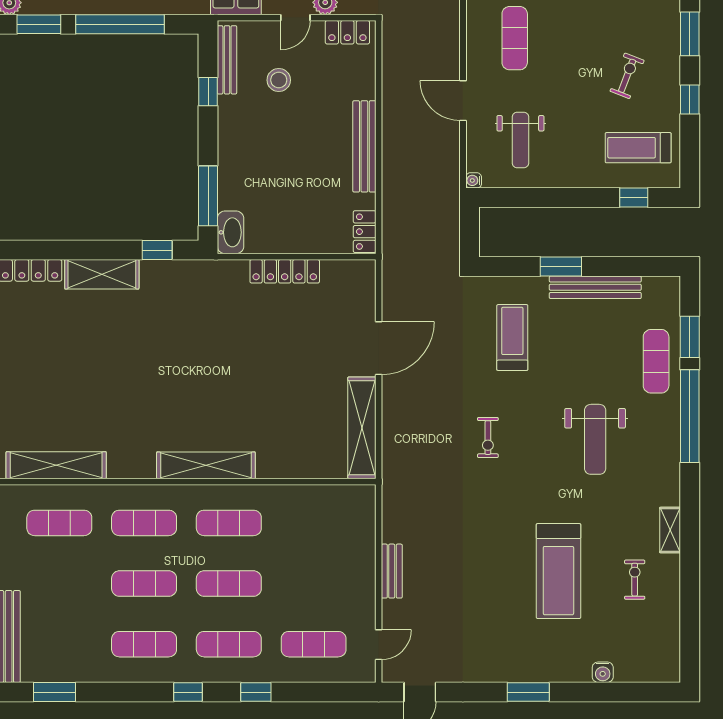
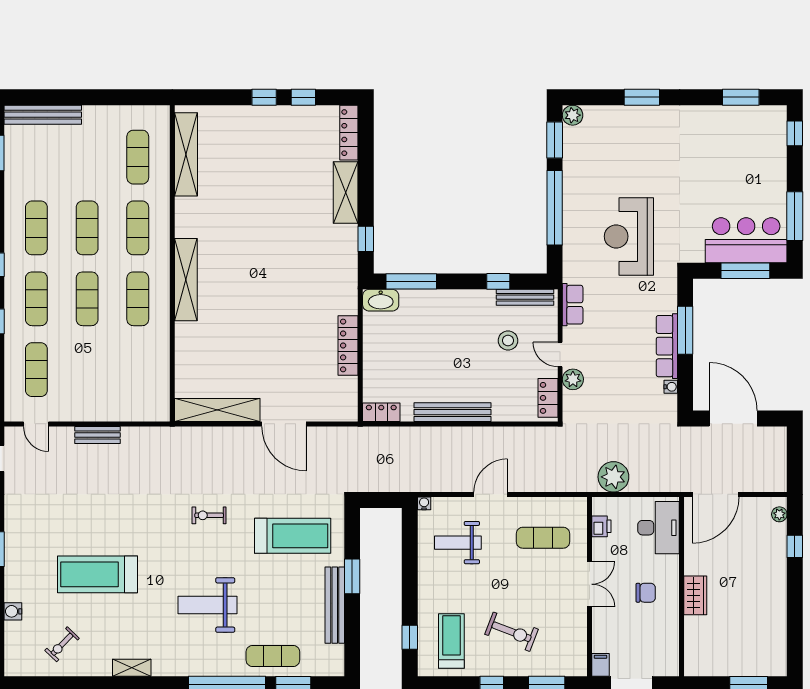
exercise bike: (627, 76) -> (512, 632), width x1.38, depth x1.39
treadmill: (512, 338) -> (293, 536), width x1.37, depth x1.38
exercise bike: (635, 580) -> (62, 644), moved, turned 134

